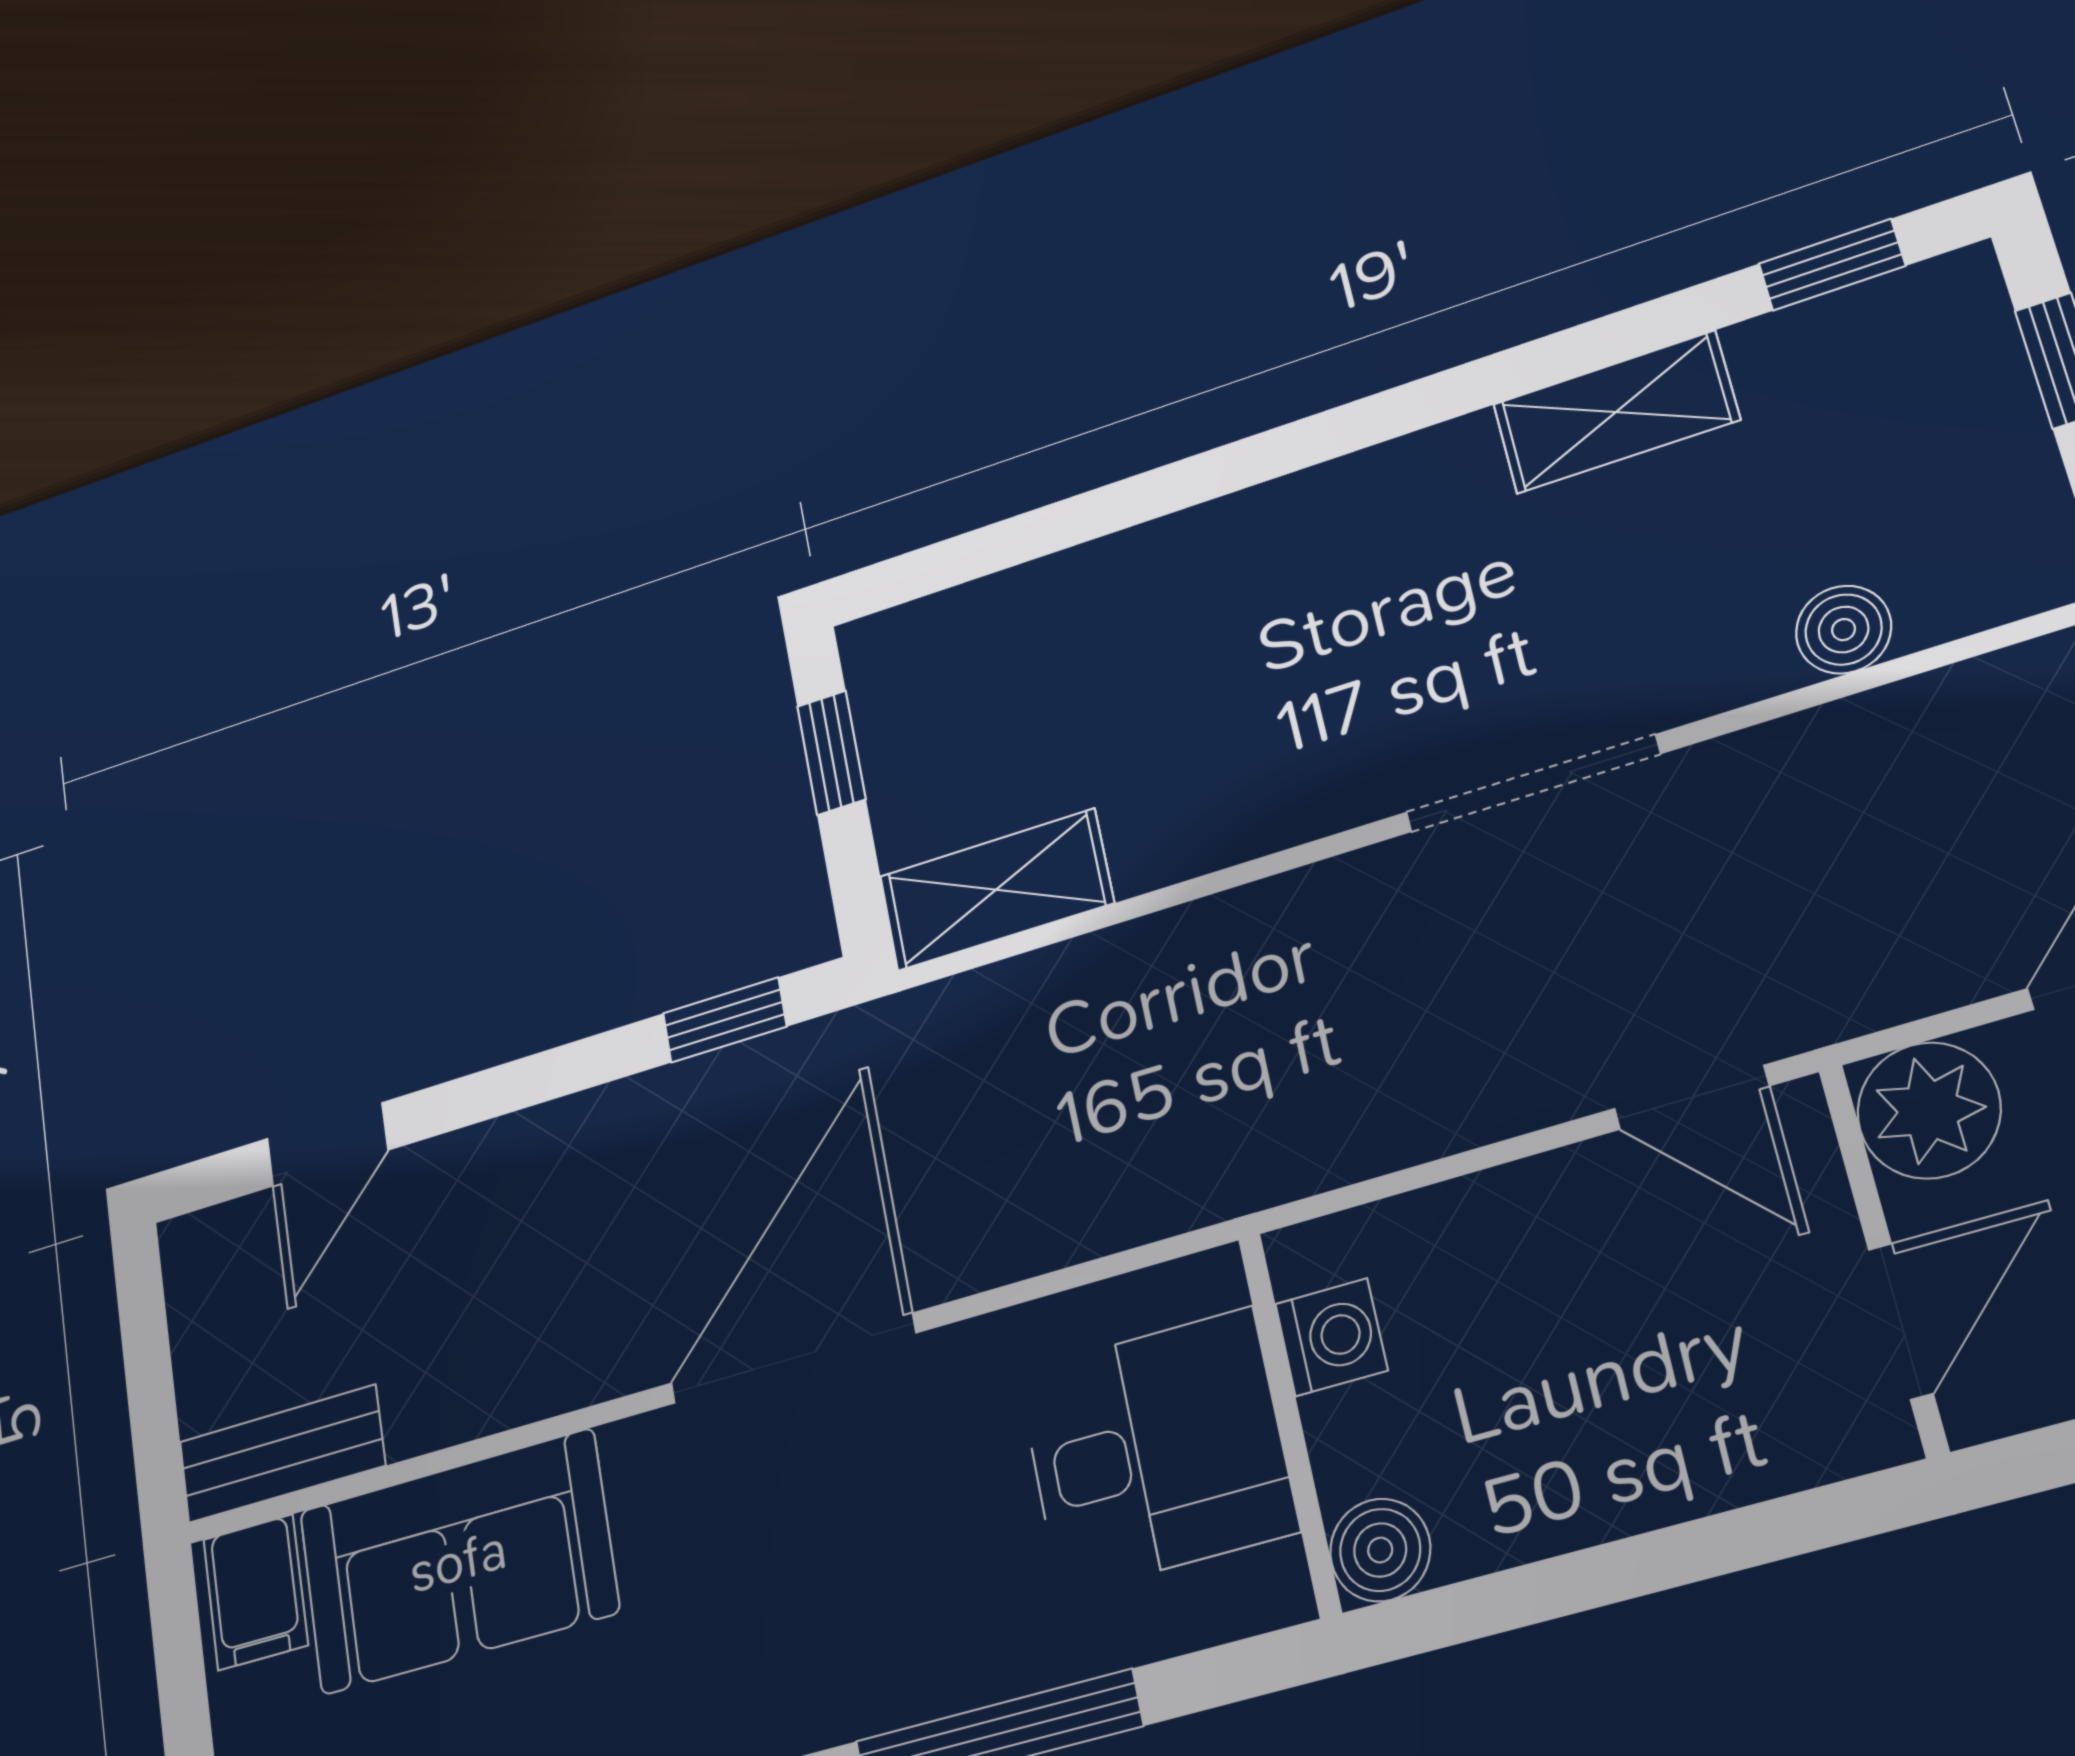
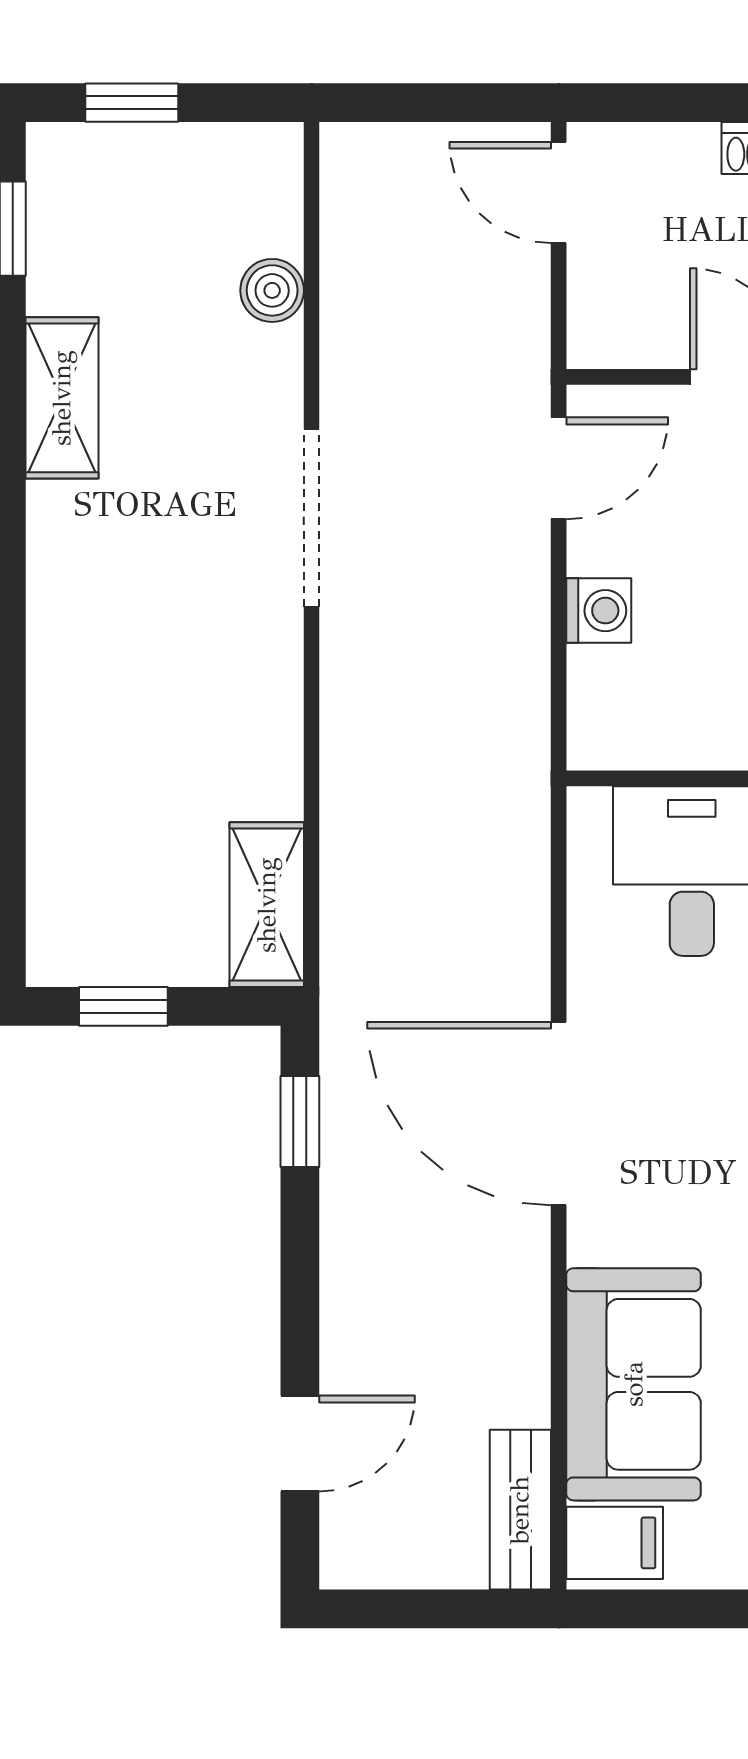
plant: (1929, 1110) -> (612, 324), removed
door: (327, 1144) -> (300, 1443), hinge flipped
washing machine: (1331, 1337) -> (599, 611), moved, turned 90

